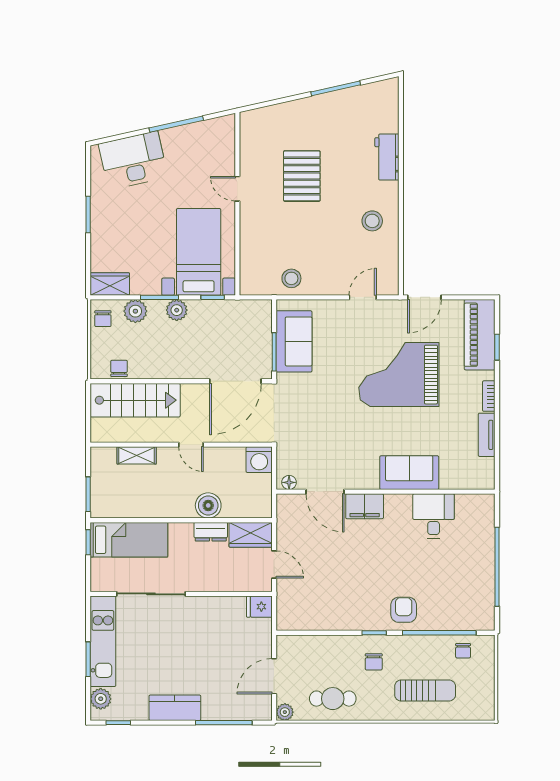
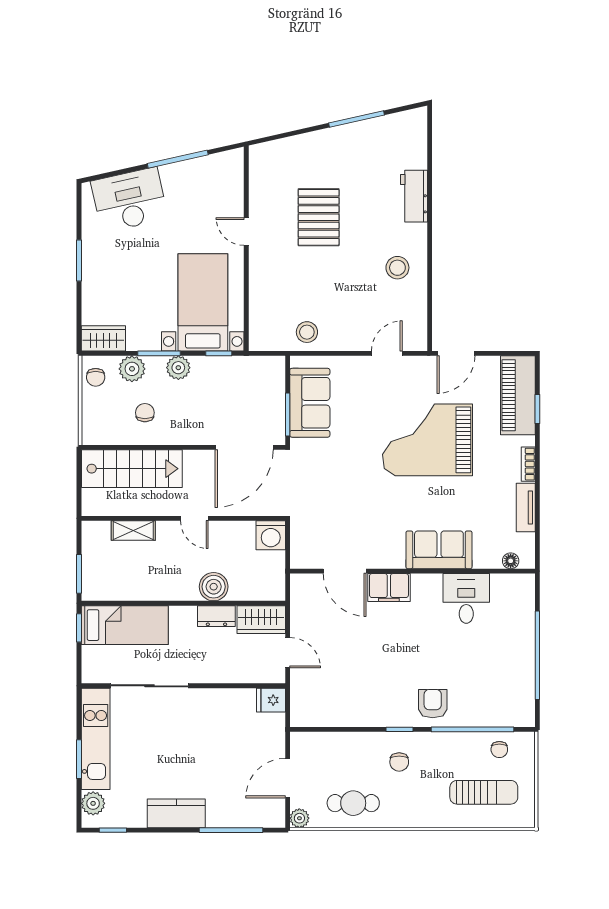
chair: (119, 368) -> (145, 413), moved
floor lamp: (289, 482) -> (511, 561), moved
sun lounger: (425, 691) -> (484, 792), moved

